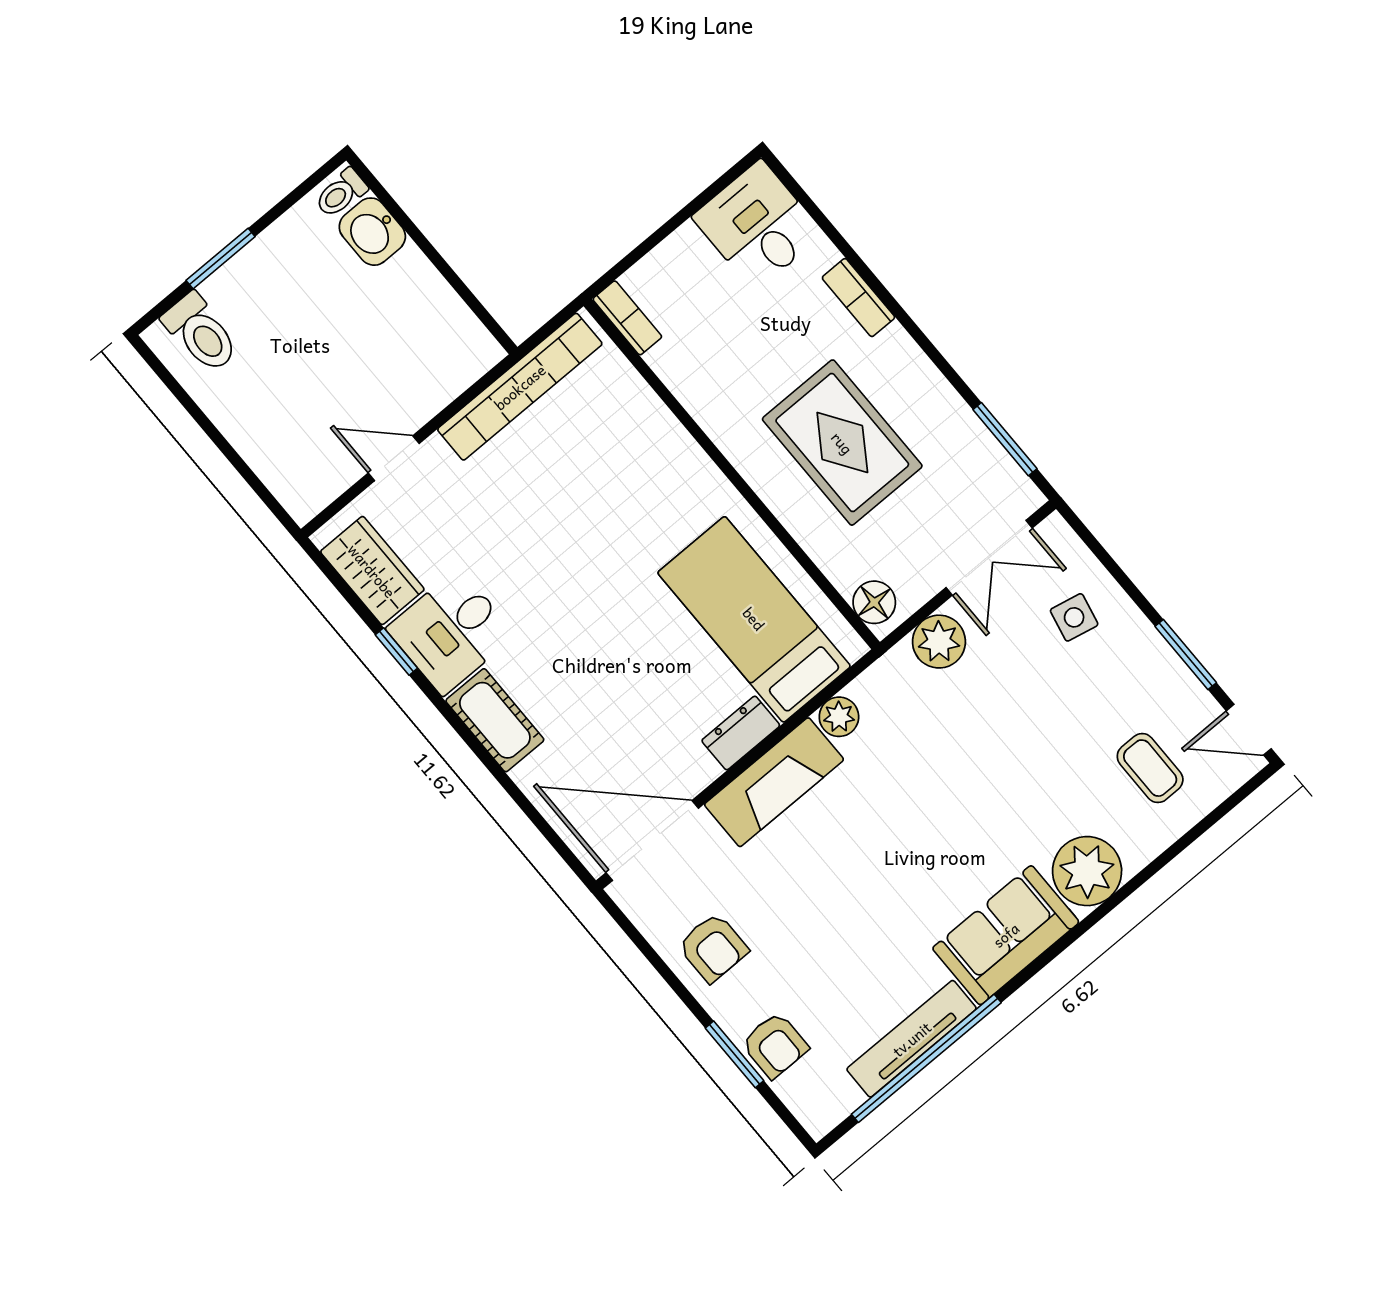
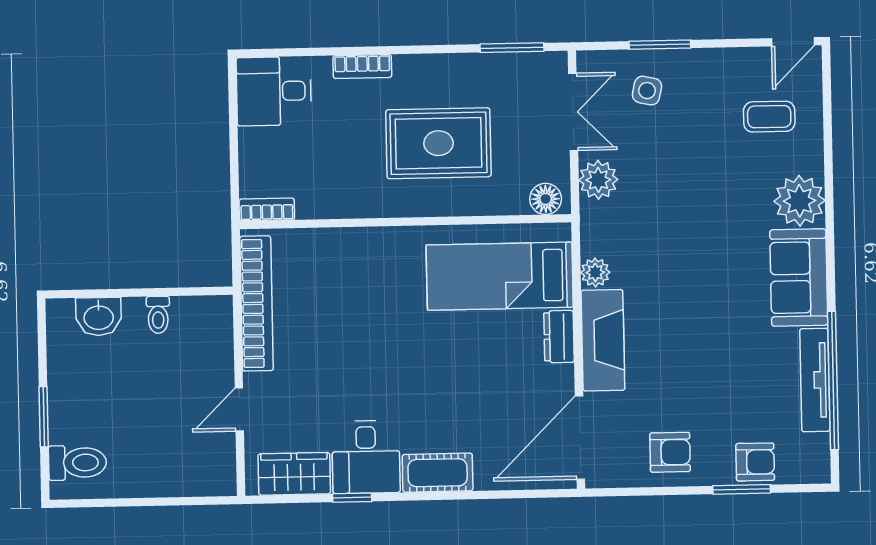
toilet: (341, 193) -> (158, 315), moved
window: (1186, 655) -> (660, 45), moved

